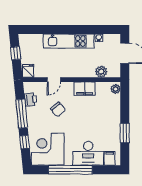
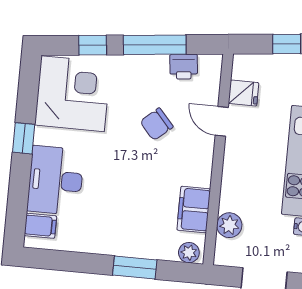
fridge: (28, 71) -> (244, 93), moved
filing cabinet: (85, 89) -> (194, 210), moved
window: (125, 133) -> (135, 267), moved
window: (70, 170) -> (24, 138), width x0.32

